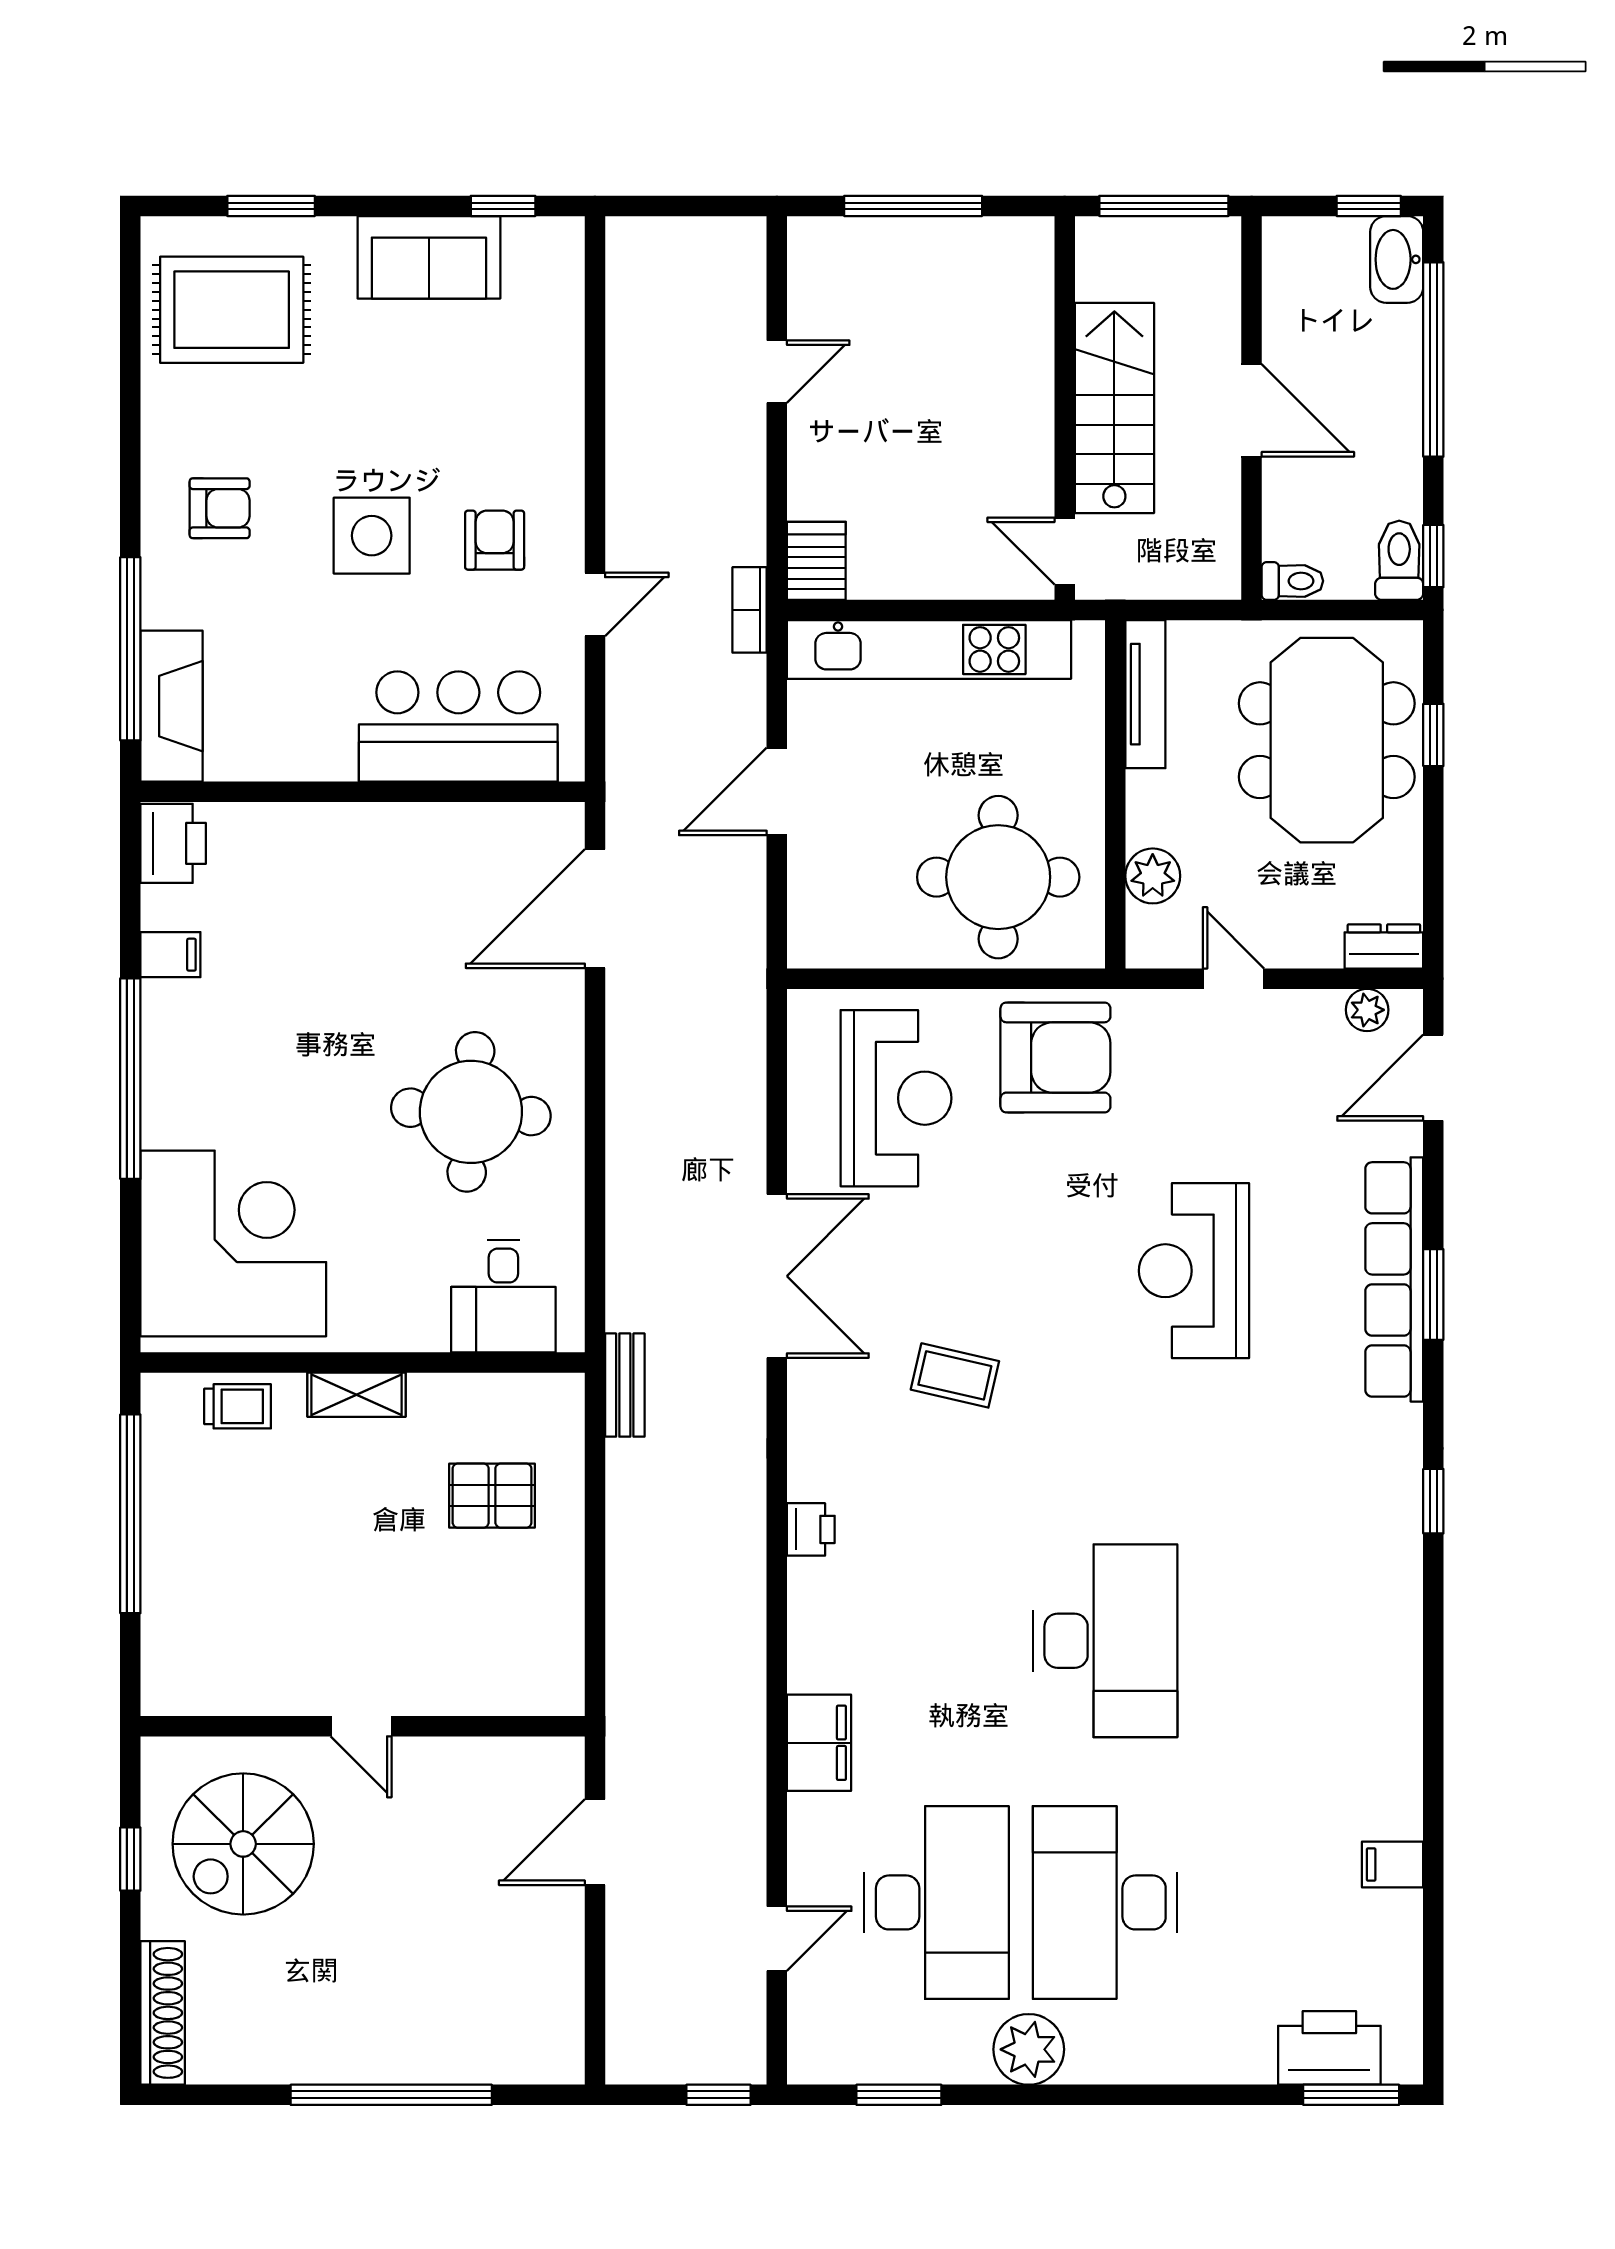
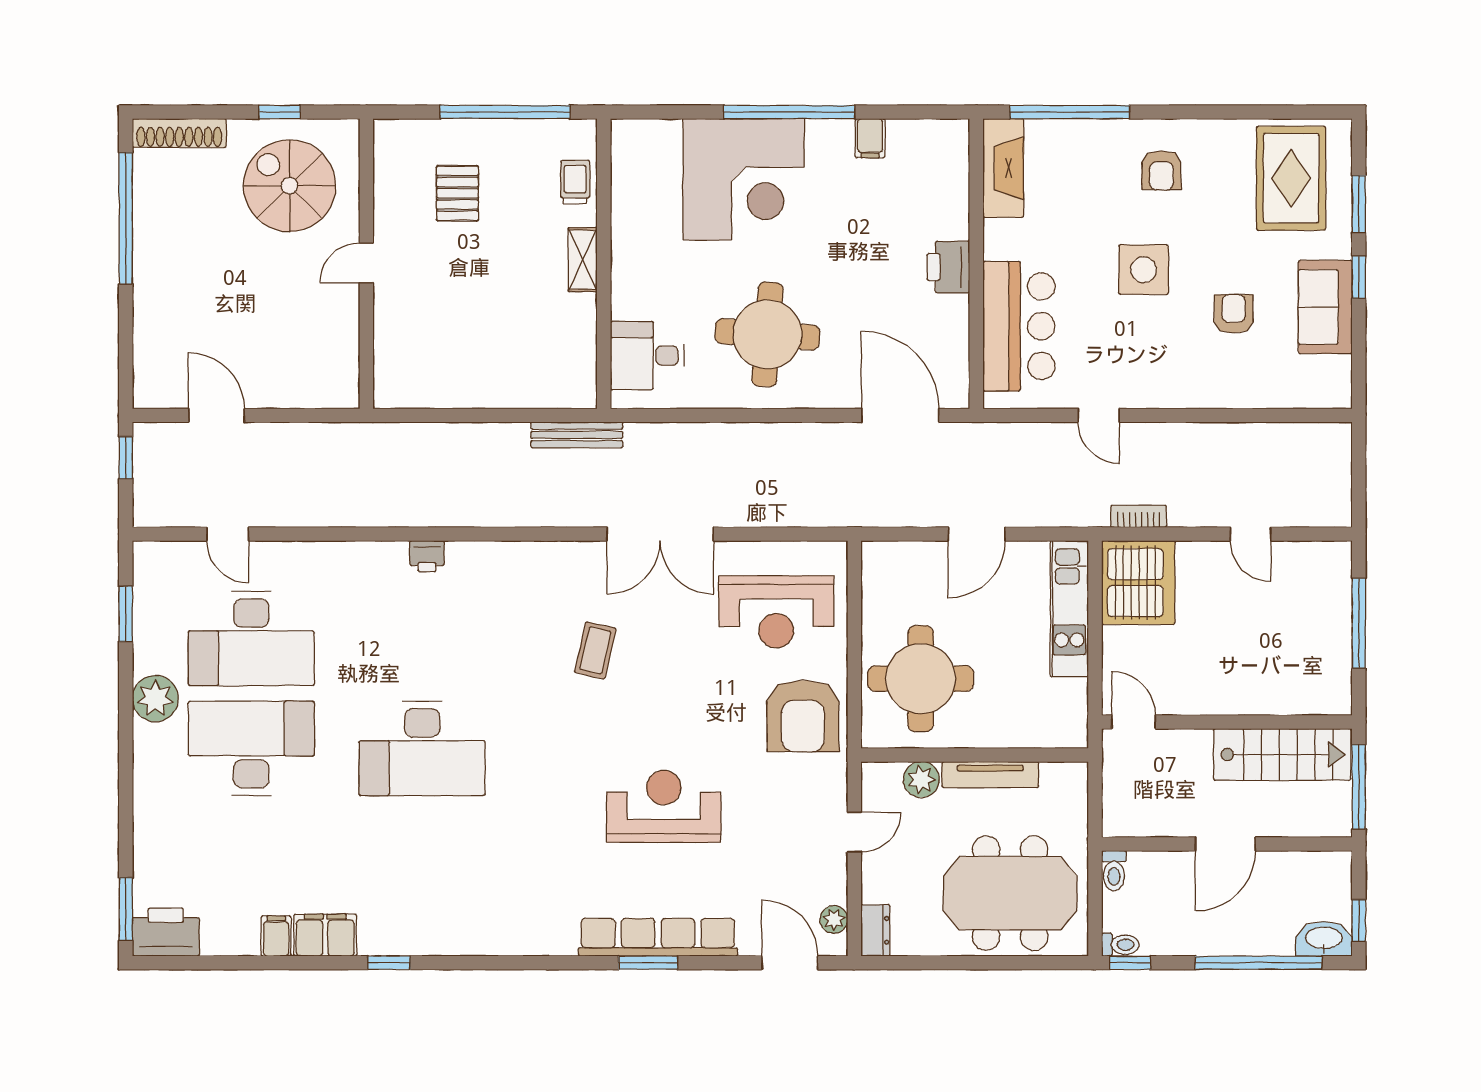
window: (503, 206) -> (1359, 277), moved
stairs: (1114, 408) -> (1282, 754), moved
armchair: (495, 540) -> (1234, 314), moved, turned -90
door: (1065, 551) -> (1133, 722), hinge flipped
toilet: (1399, 560) -> (1120, 945), width x0.73, depth x0.72
server rack: (816, 561) -> (1138, 583), width x2.18, depth x1.44
bookcase: (750, 610) -> (1139, 516), moved
kitchen unit: (929, 649) -> (1069, 609), width x0.73
tv unit: (1145, 694) -> (990, 775), moved
fireplace: (171, 706) -> (1003, 168), moved, turned -90
window: (1433, 735) -> (1013, 963), removed
door: (777, 791) -> (977, 534), swing flipped
printer: (173, 843) -> (948, 267), moved, turned 90
corner desk: (233, 1243) -> (744, 179), moved
bench: (625, 1385) -> (577, 435), width x1.36
trolley: (238, 1406) -> (575, 182), turned 180
pallet: (492, 1496) -> (457, 193), moved
window: (1433, 1501) -> (389, 963), moved
printer: (811, 1529) -> (427, 556), moved
filing cabinet: (819, 1743) -> (325, 935), moved, turned 180
door: (595, 1842) -> (216, 415), moved
printer: (1329, 2048) -> (166, 932), moved, turned -90
window: (391, 2095) -> (126, 218), moved
window: (718, 2095) -> (126, 458), moved

